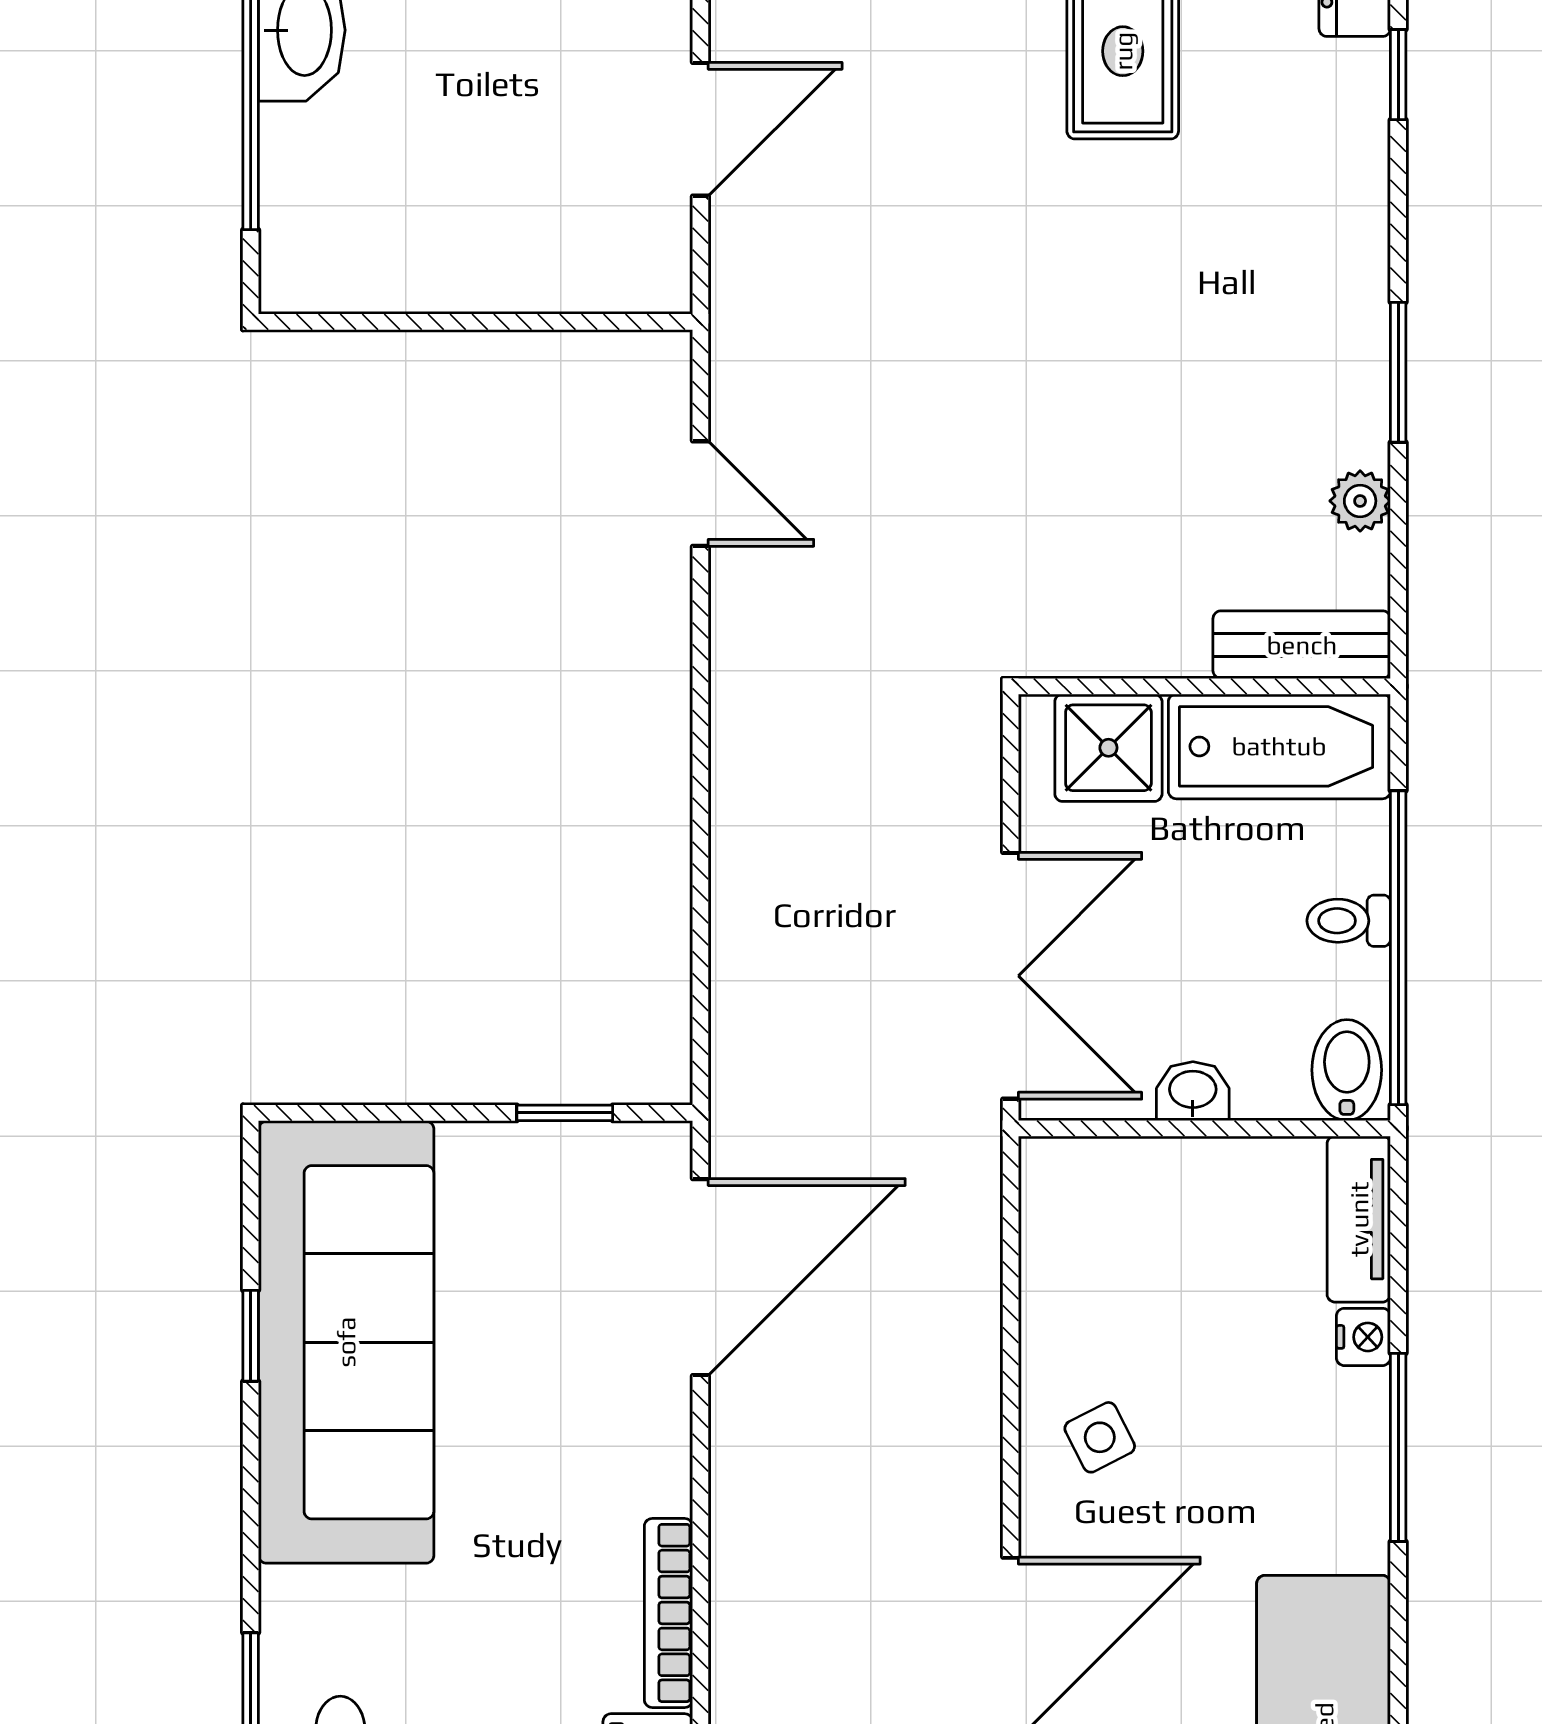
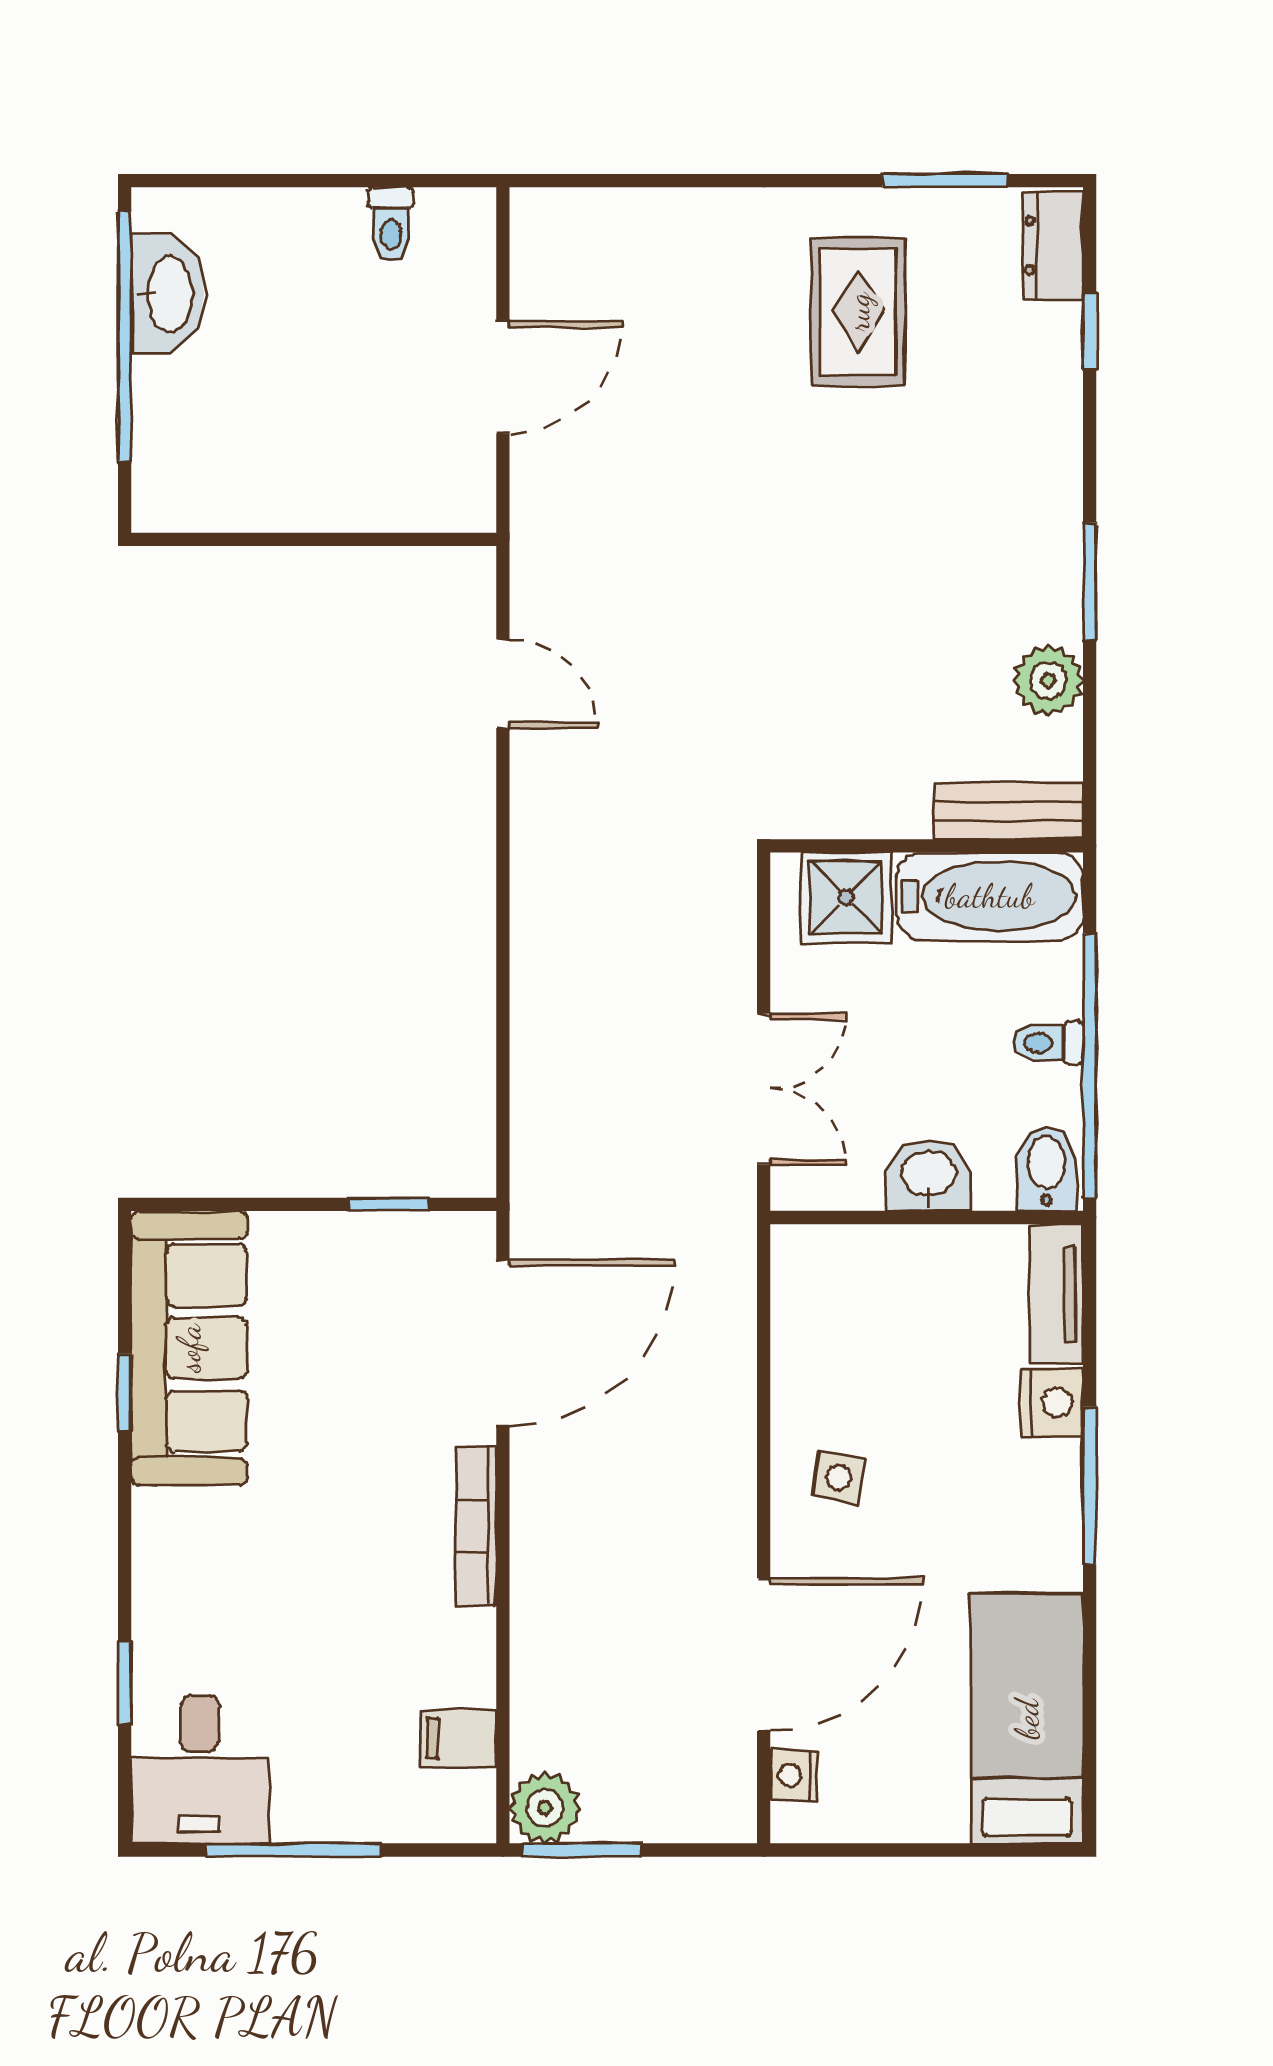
plant: (1360, 501) -> (1048, 680), width x1.38, depth x1.38
double door: (1011, 976) -> (764, 1089), width x0.73
washbasin: (1193, 1091) -> (929, 1175), width x1.38, depth x1.45
nightstand: (1363, 1337) -> (1052, 1402), width x1.39, depth x1.35
sofa: (346, 1342) -> (189, 1348), width x0.74, depth x0.79
side table: (1100, 1437) -> (839, 1477), turned 37
bookcase: (668, 1613) -> (476, 1526), moved

